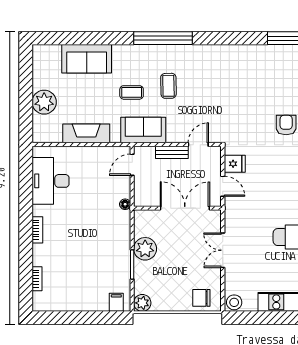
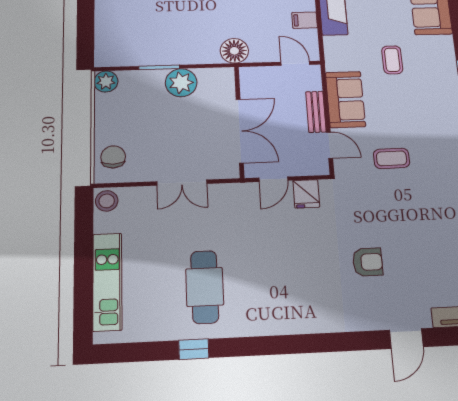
coffee table: (168, 86) -> (392, 158), moved
sofa: (143, 130) -> (345, 99), moved
floor lamp: (125, 204) -> (234, 51), width x1.89, depth x1.89
double door: (223, 250) -> (182, 183), swing flipped
filing cabinet: (116, 302) -> (305, 20), moved, turned 180

